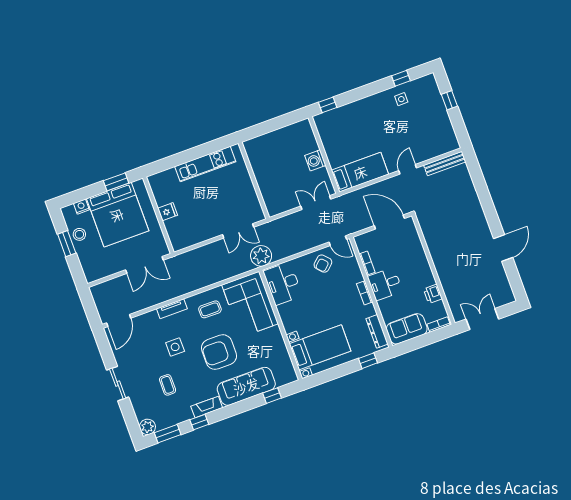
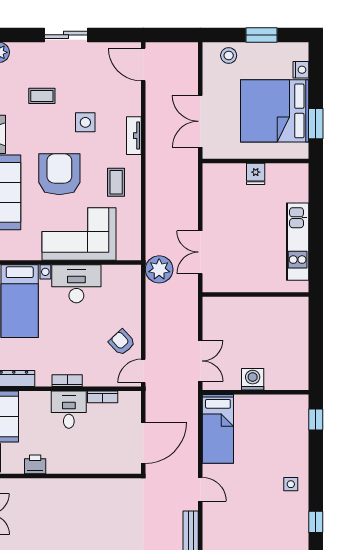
side table: (401, 99) -> (291, 484), moved
stool: (79, 234) -> (229, 55), moved
desk: (283, 283) -> (76, 284), moved
corner sofa: (250, 304) -> (79, 234), moved

